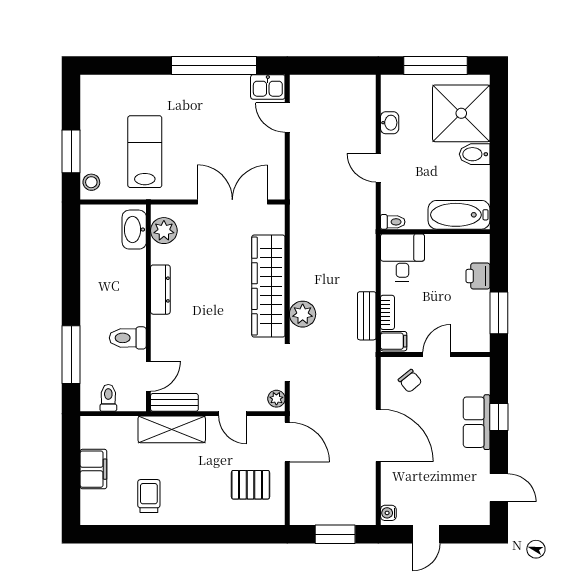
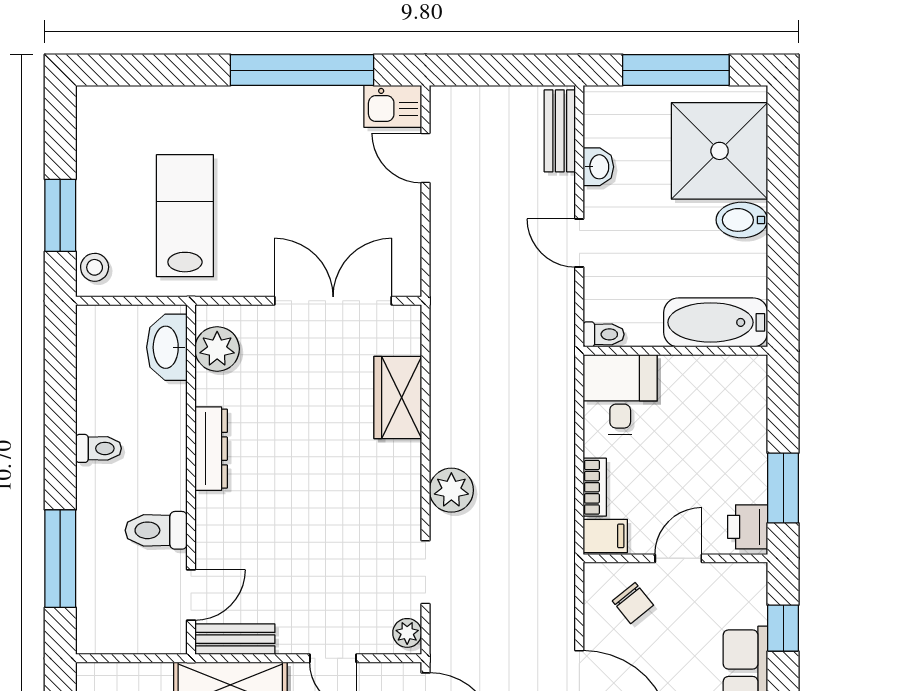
printer: (478, 276) -> (748, 527), moved
wardrobe: (268, 286) -> (398, 397), width x0.48, depth x0.85
bench: (367, 316) -> (560, 131), moved
toilet: (108, 398) -> (98, 448), moved, turned 90
window: (499, 417) -> (783, 628), moved

